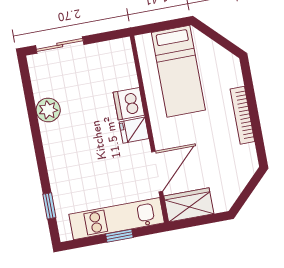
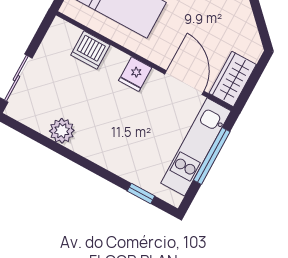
dishwasher: (129, 104) -> (90, 50), moved
window: (119, 236) -> (212, 156), width x2.17

